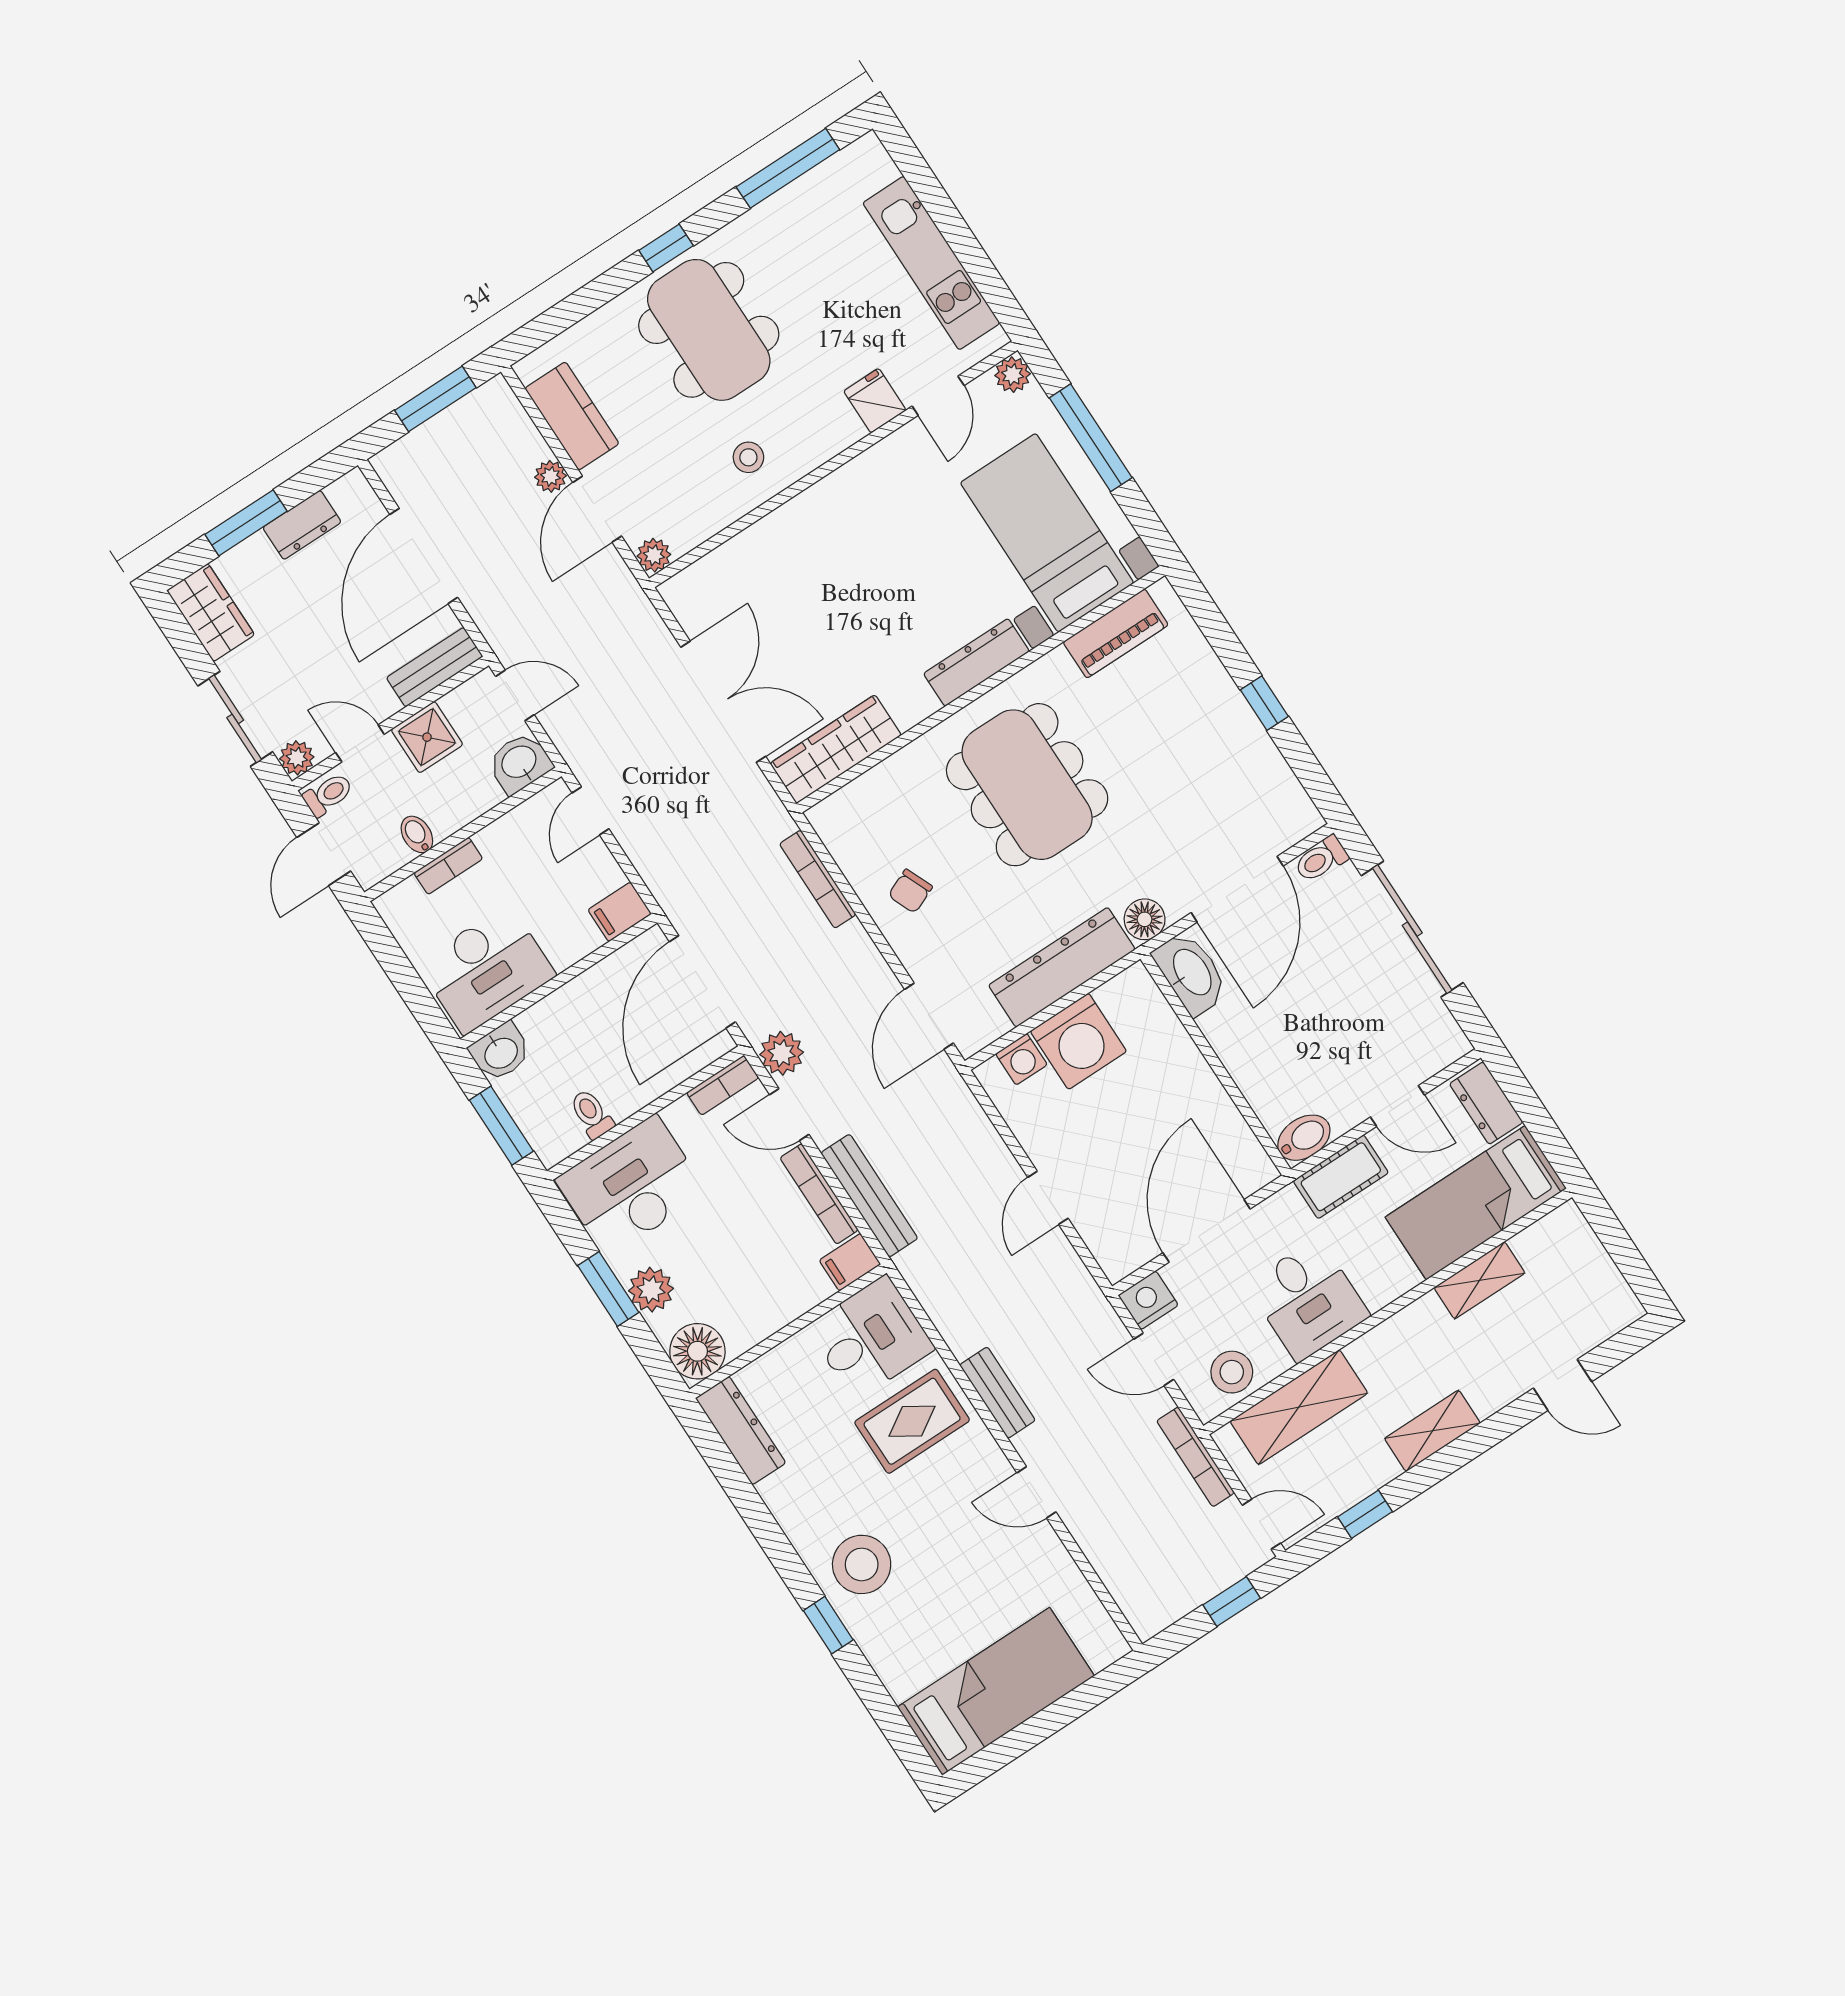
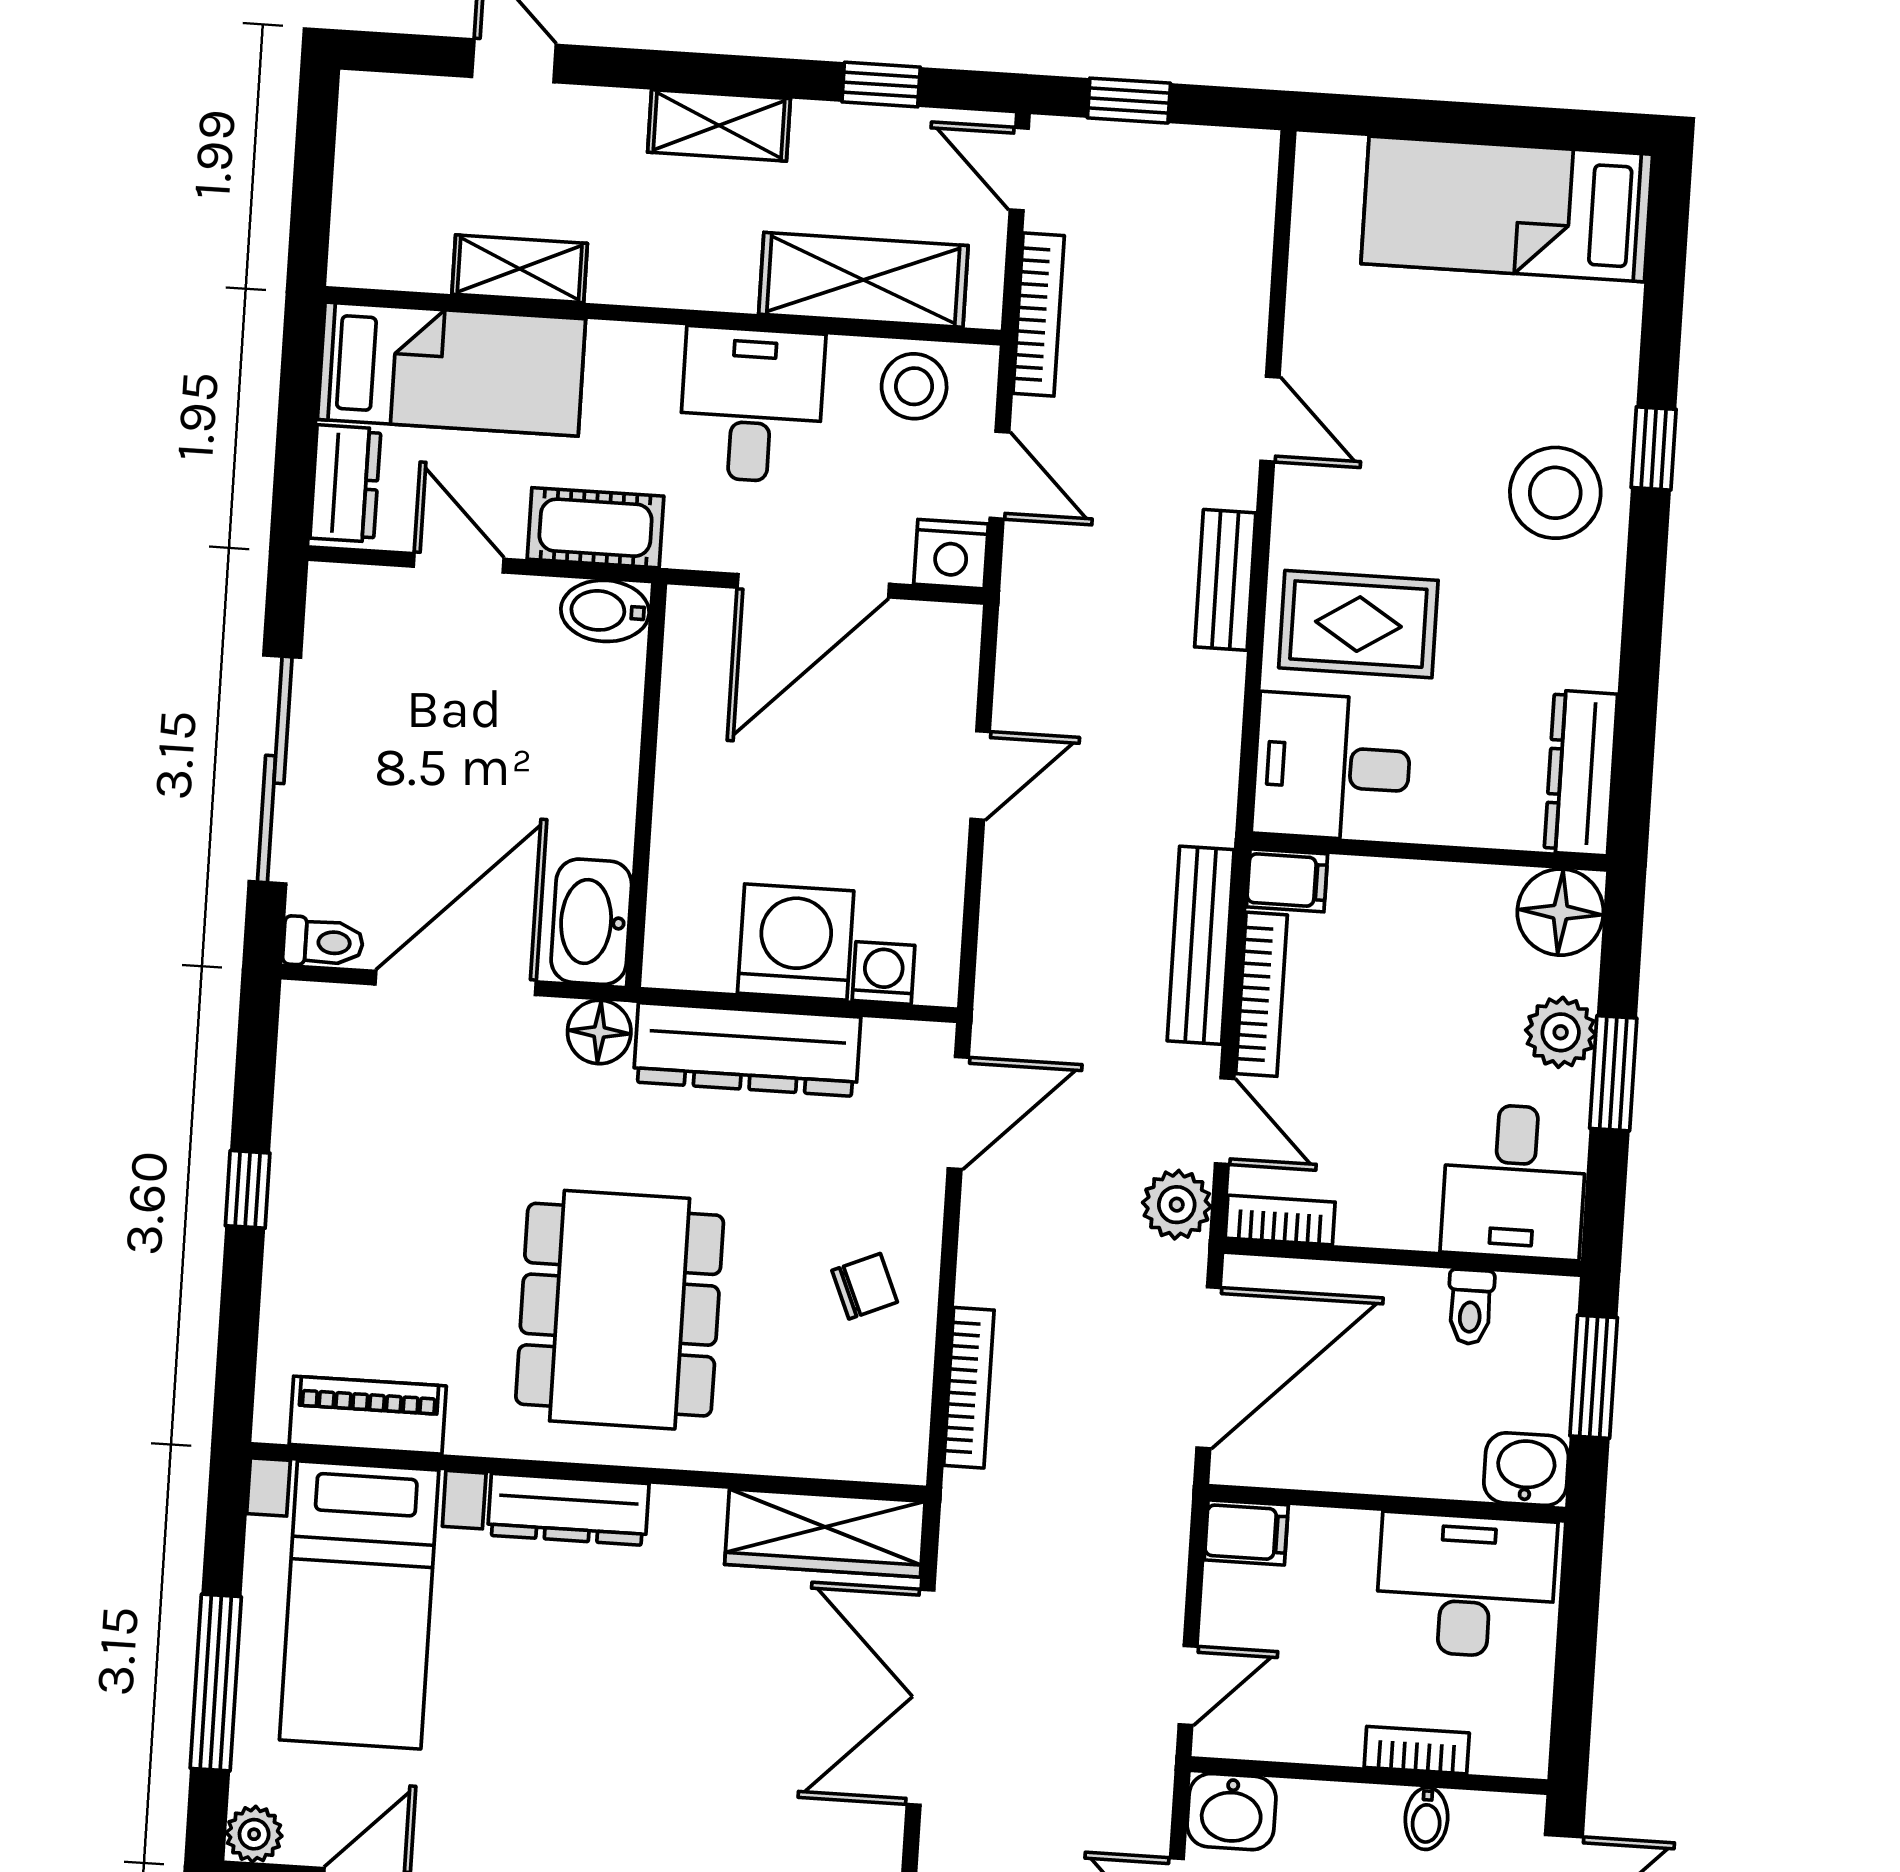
desk: (631, 1186) -> (1514, 1181), width x0.73

